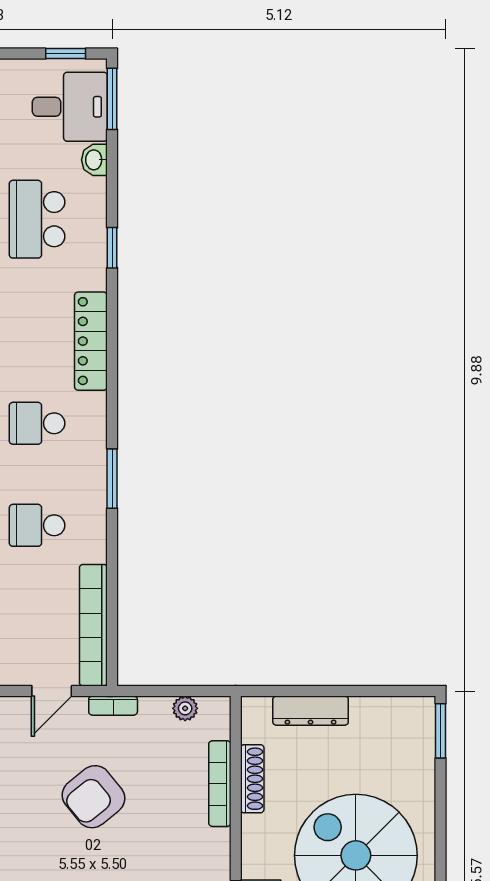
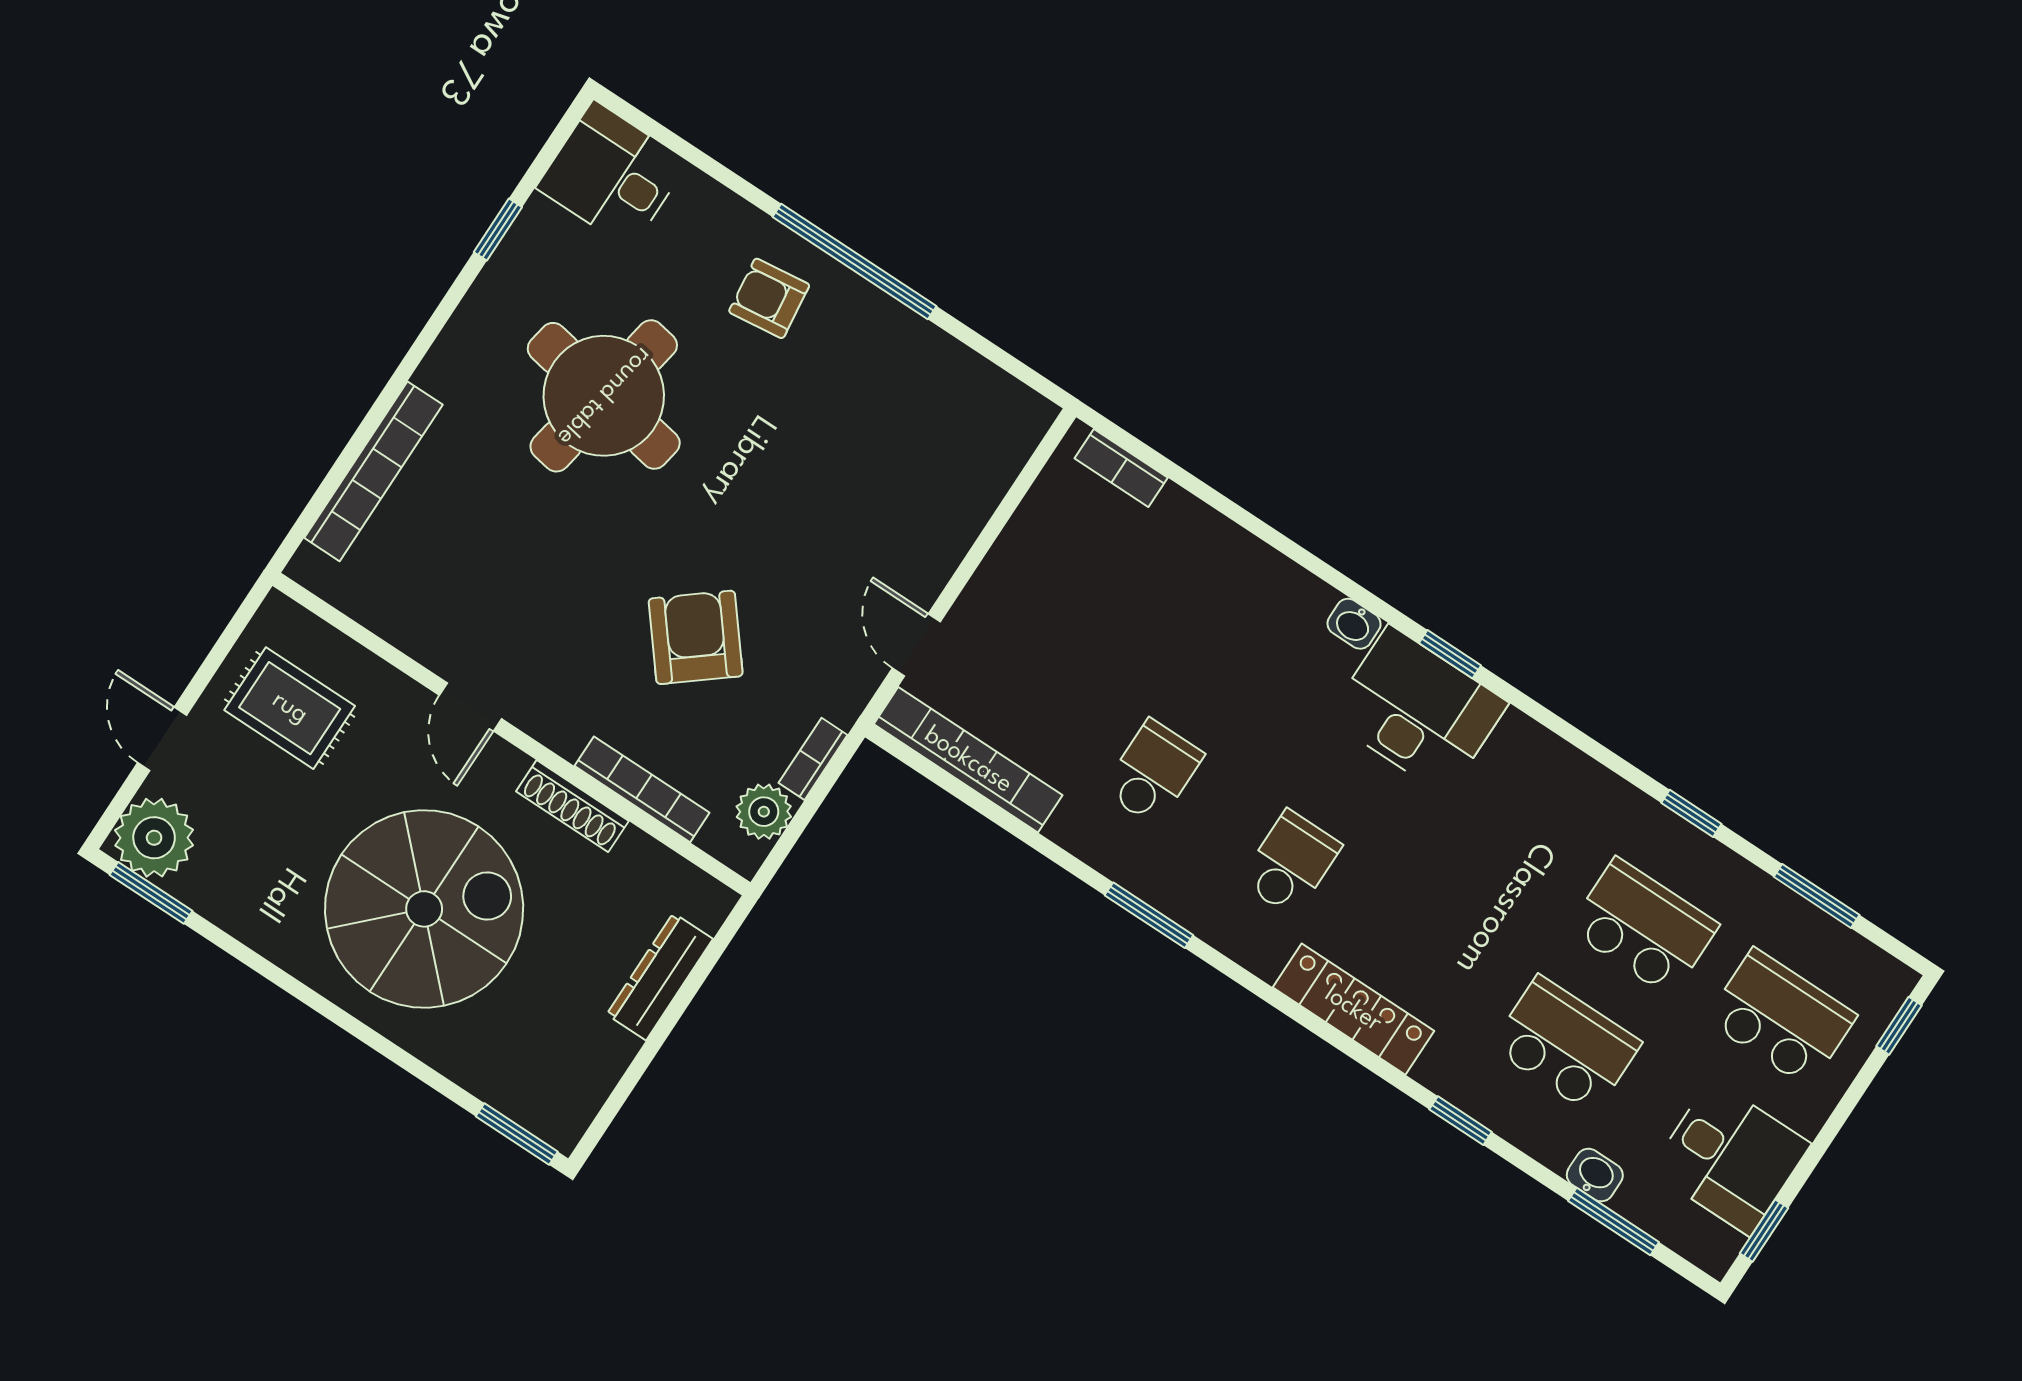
window: (112, 99) -> (1614, 1222), moved
desk: (70, 107) -> (1730, 1157), moved, turned -90
bookcase: (113, 706) -> (813, 759), moved
plant: (185, 708) -> (764, 812), width x1.38, depth x1.38
shoe rack: (252, 779) -> (572, 806), moved
armchair: (93, 797) -> (696, 637), moved

